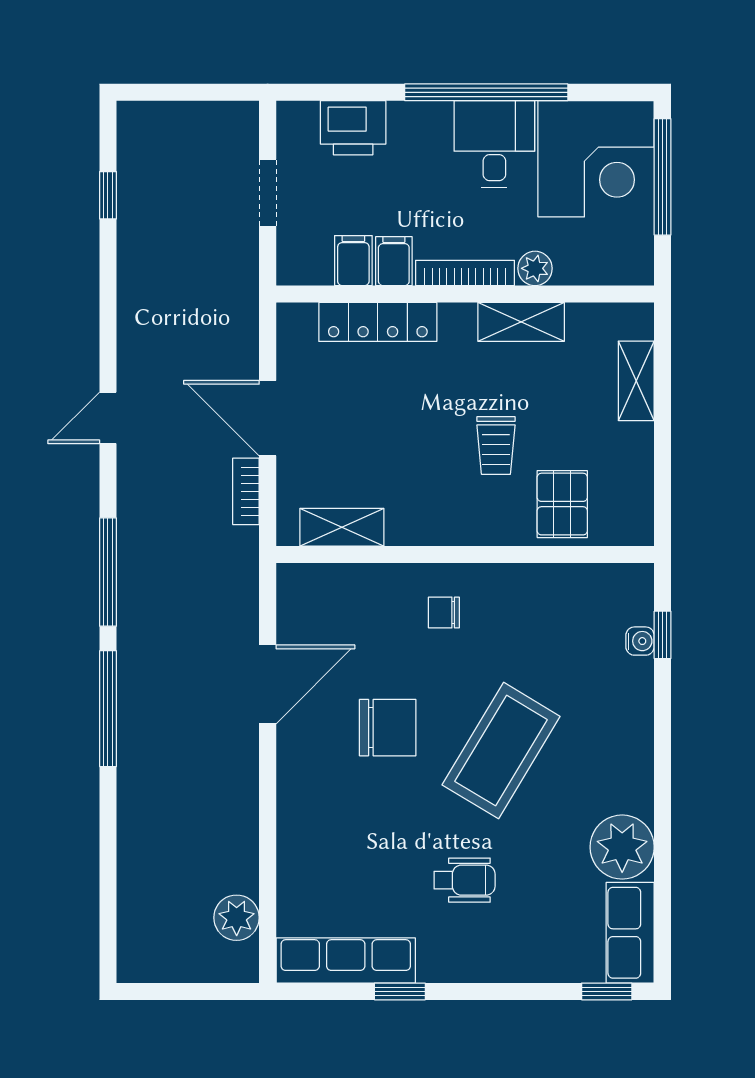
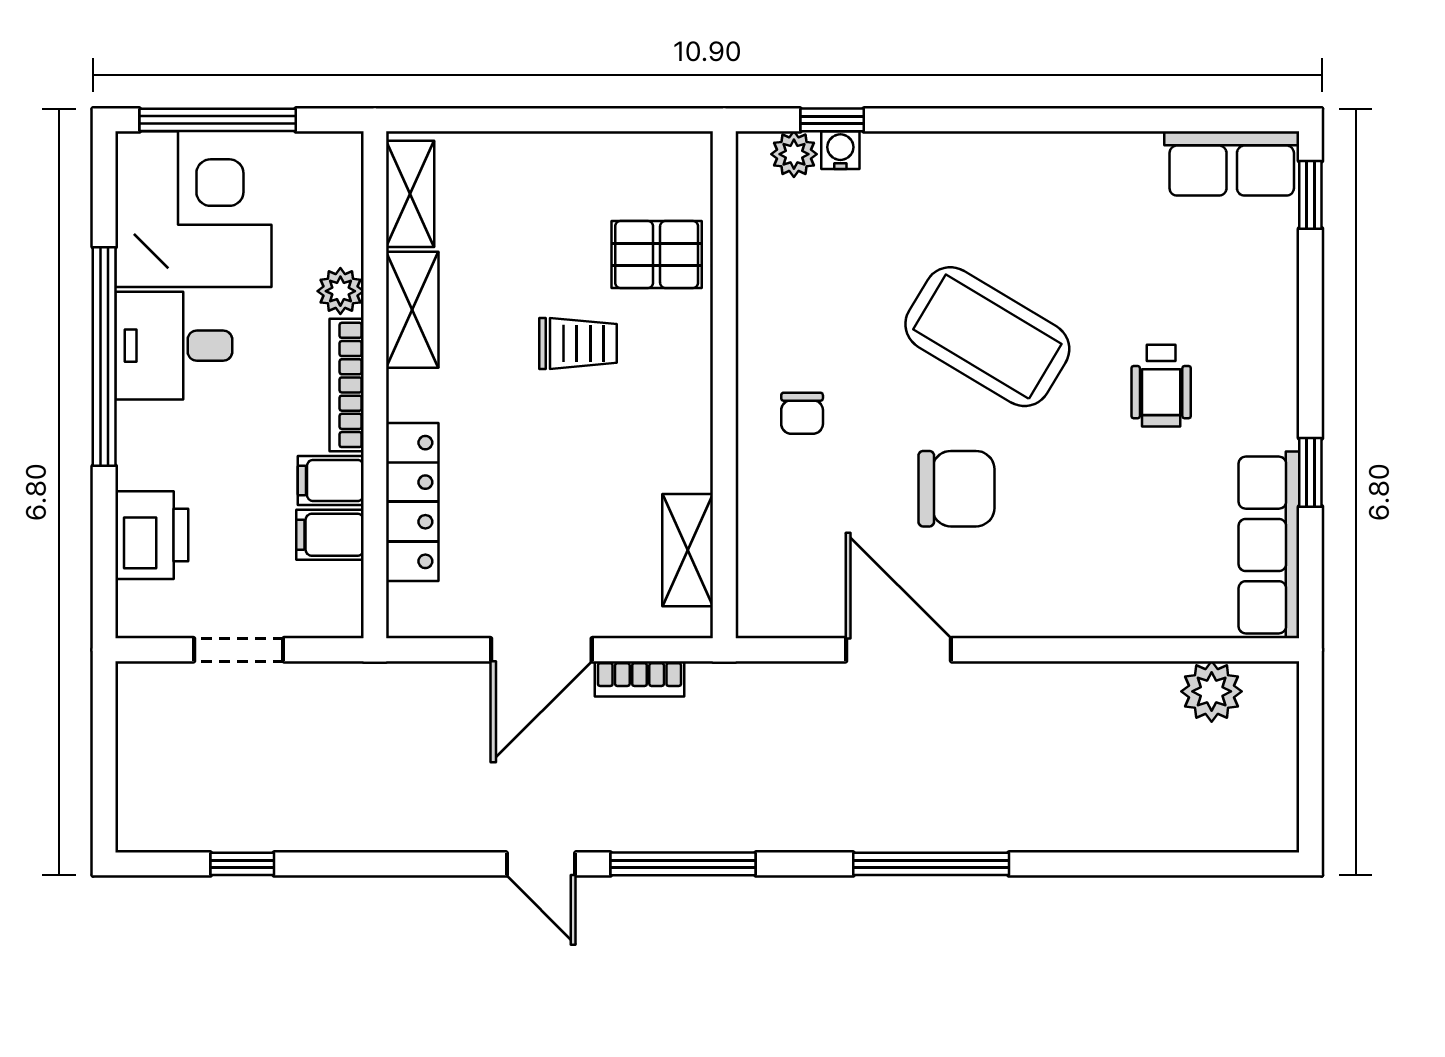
shelving: (636, 381) -> (410, 194), moved, turned 90
window: (108, 572) -> (683, 864), moved
chair: (388, 728) -> (957, 489), turned 90
plant: (622, 847) -> (794, 154), moved, width x0.53, depth x0.53
wheelchair: (465, 880) -> (1161, 386), turned 180

